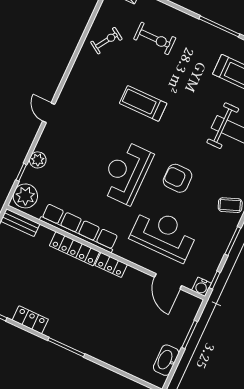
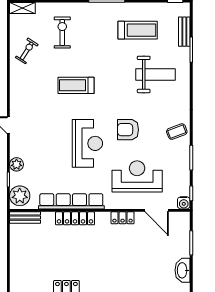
exercise bike: (155, 38) -> (62, 33), turned -90
reception desk: (126, 173) -> (87, 143), turned 180
locker: (111, 265) -> (123, 218), moved

